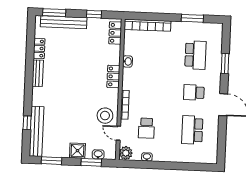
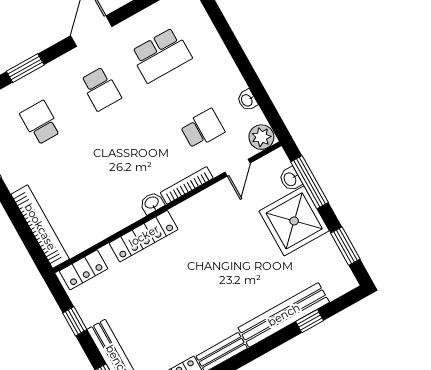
school desk: (195, 55) -> (40, 123), width x0.54
washbasin: (128, 61) -> (152, 203), moved
locker: (113, 76) -> (144, 236), width x1.53
stool: (105, 116) -> (223, 206), removed
bench: (36, 131) -> (284, 315), moved
shower: (77, 151) -> (294, 221), width x1.86, depth x1.86
window: (91, 162) -> (309, 182), width x1.44

